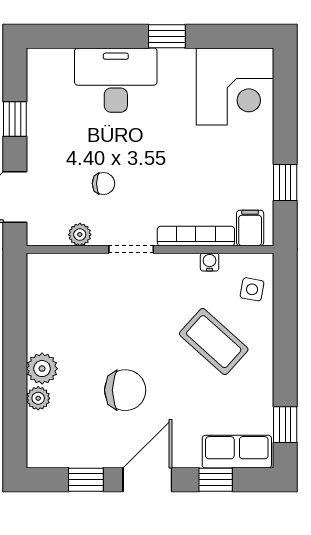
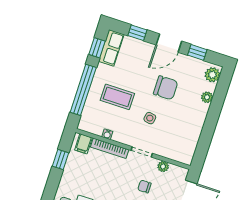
side table: (252, 289) -> (150, 118), moved
window: (285, 333) -> (83, 90), added
coffee table: (214, 342) -> (117, 97), turned -42
plant: (42, 369) -> (212, 75), moved
chair: (125, 390) -> (166, 88), turned 180
row of seats: (237, 452) -> (111, 48), moved, turned -90

